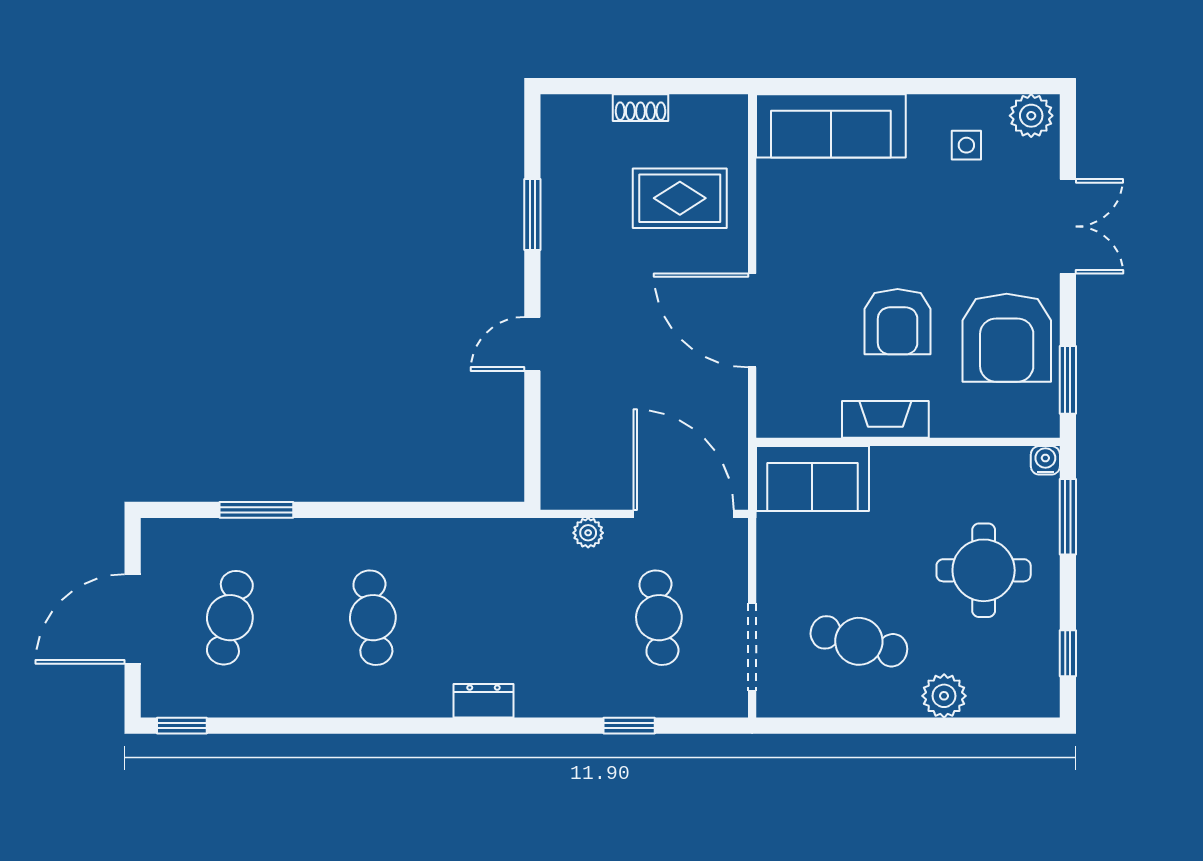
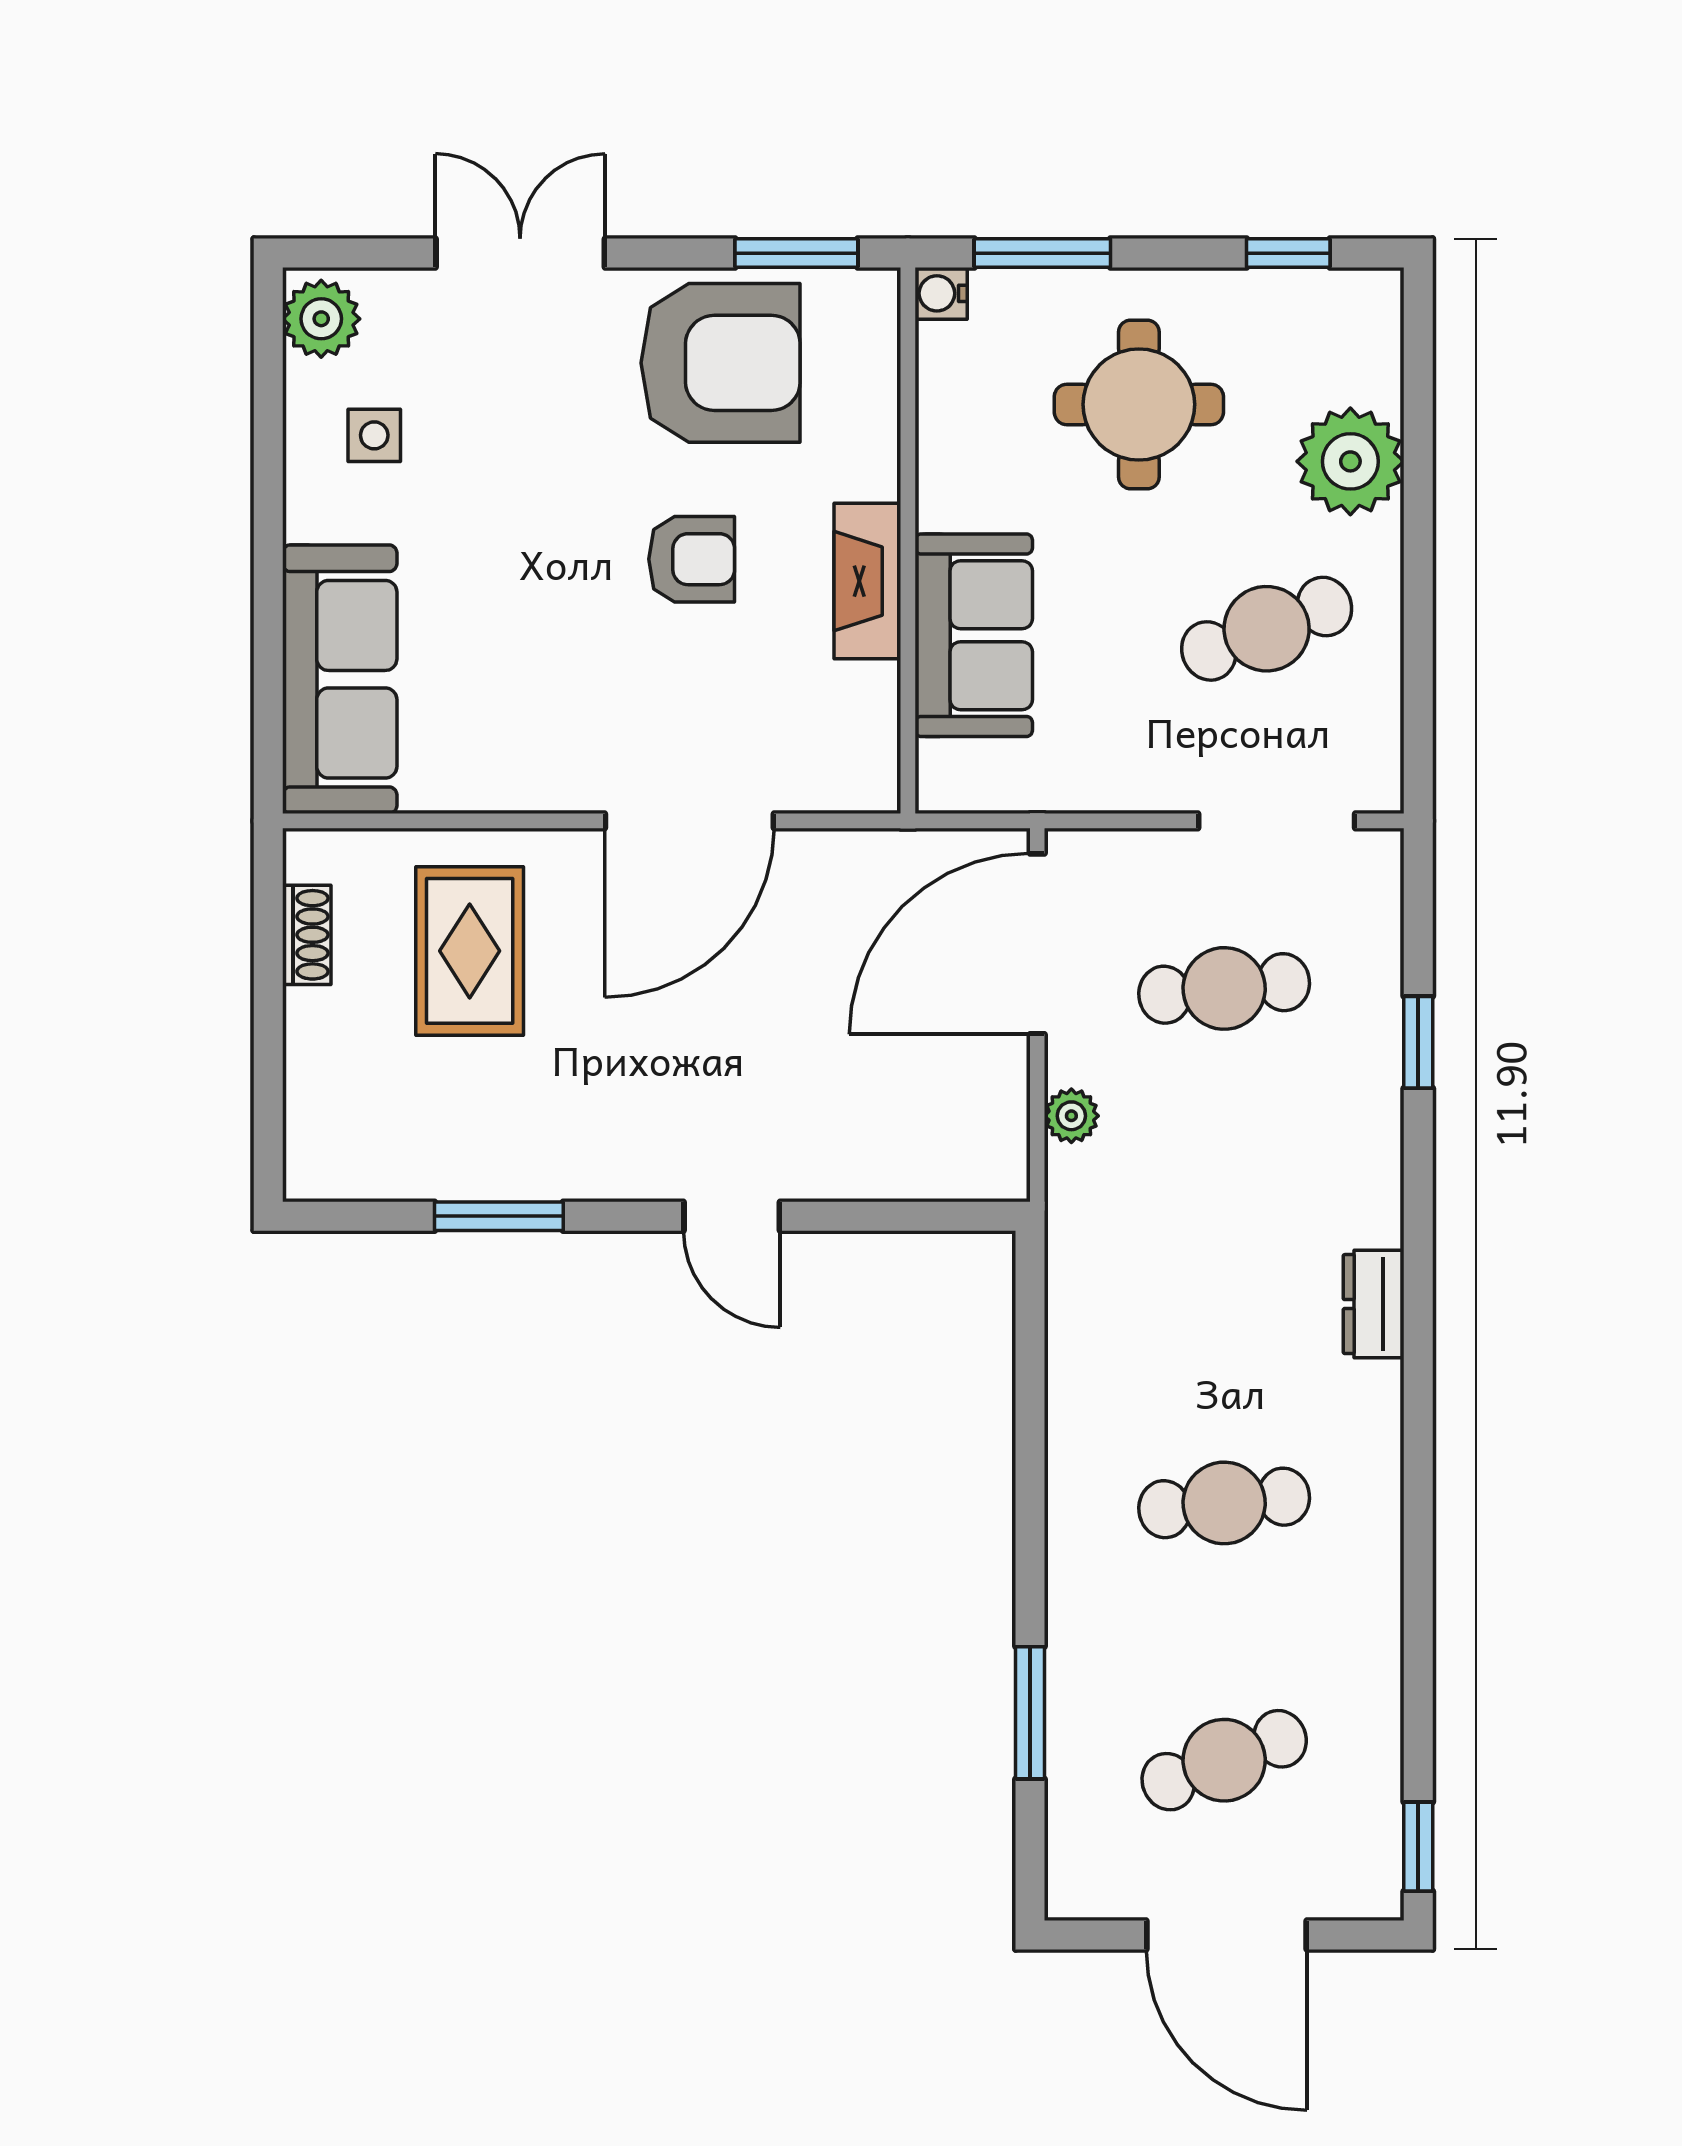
shoe rack: (640, 108) -> (307, 935), moved
armchair: (898, 322) -> (692, 559), width x0.72, depth x0.72
sofa: (812, 478) -> (974, 635), moved
cafe table: (230, 618) -> (1224, 1760), turned -33
cafe table: (859, 641) -> (1267, 629), turned 54
plant: (944, 696) -> (1350, 461), width x1.36, depth x1.36

